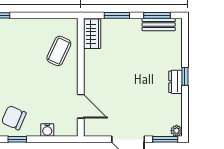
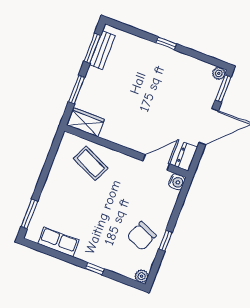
dresser: (176, 82) -> (186, 157), moved, turned 90
water cooler: (47, 130) -> (177, 182), moved

